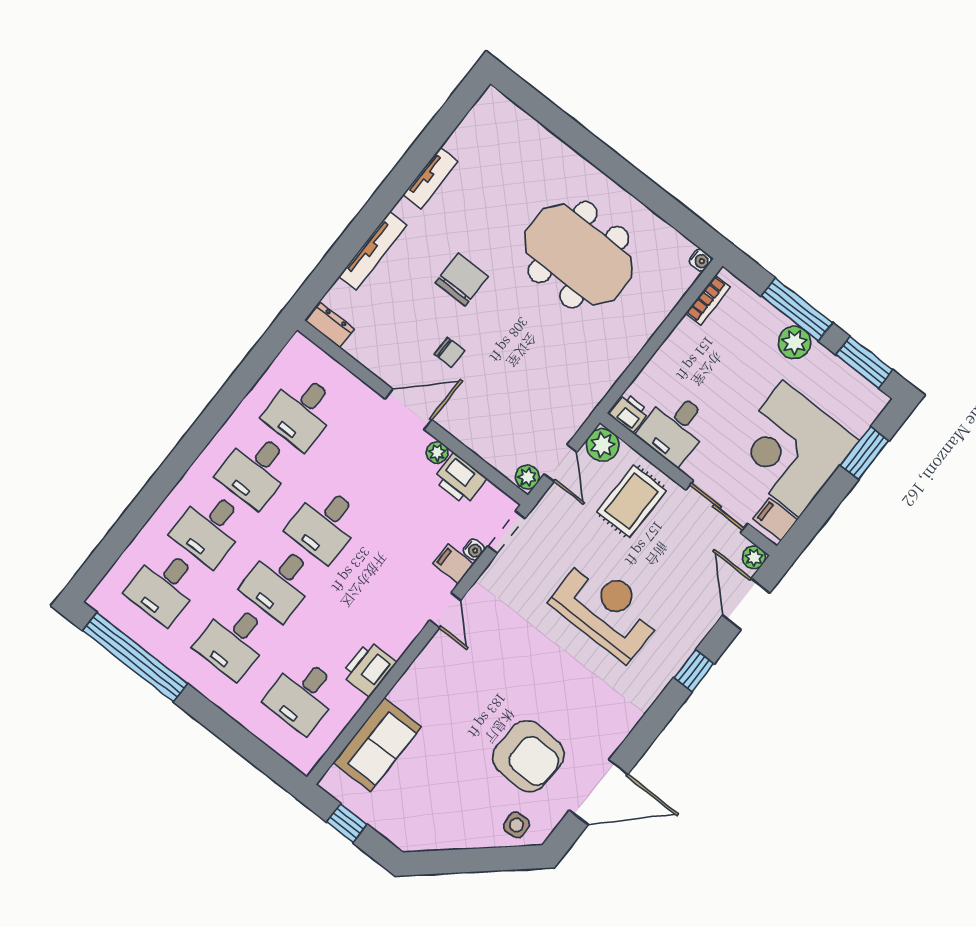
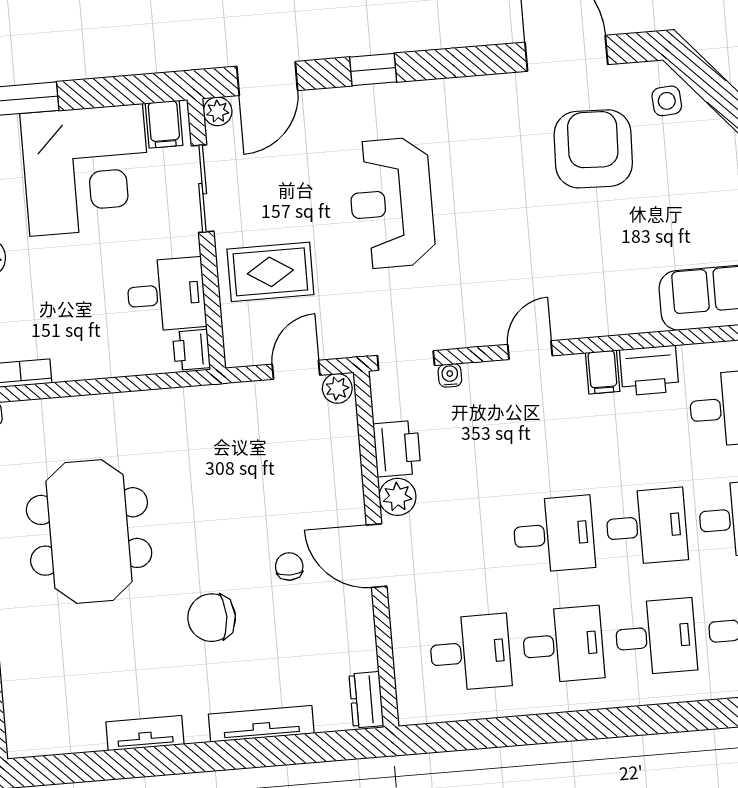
plant: (603, 445) -> (243, 347), removed
plant: (437, 453) -> (397, 497), width x1.38, depth x1.38
filing cabinet: (453, 564) -> (603, 372), moved

